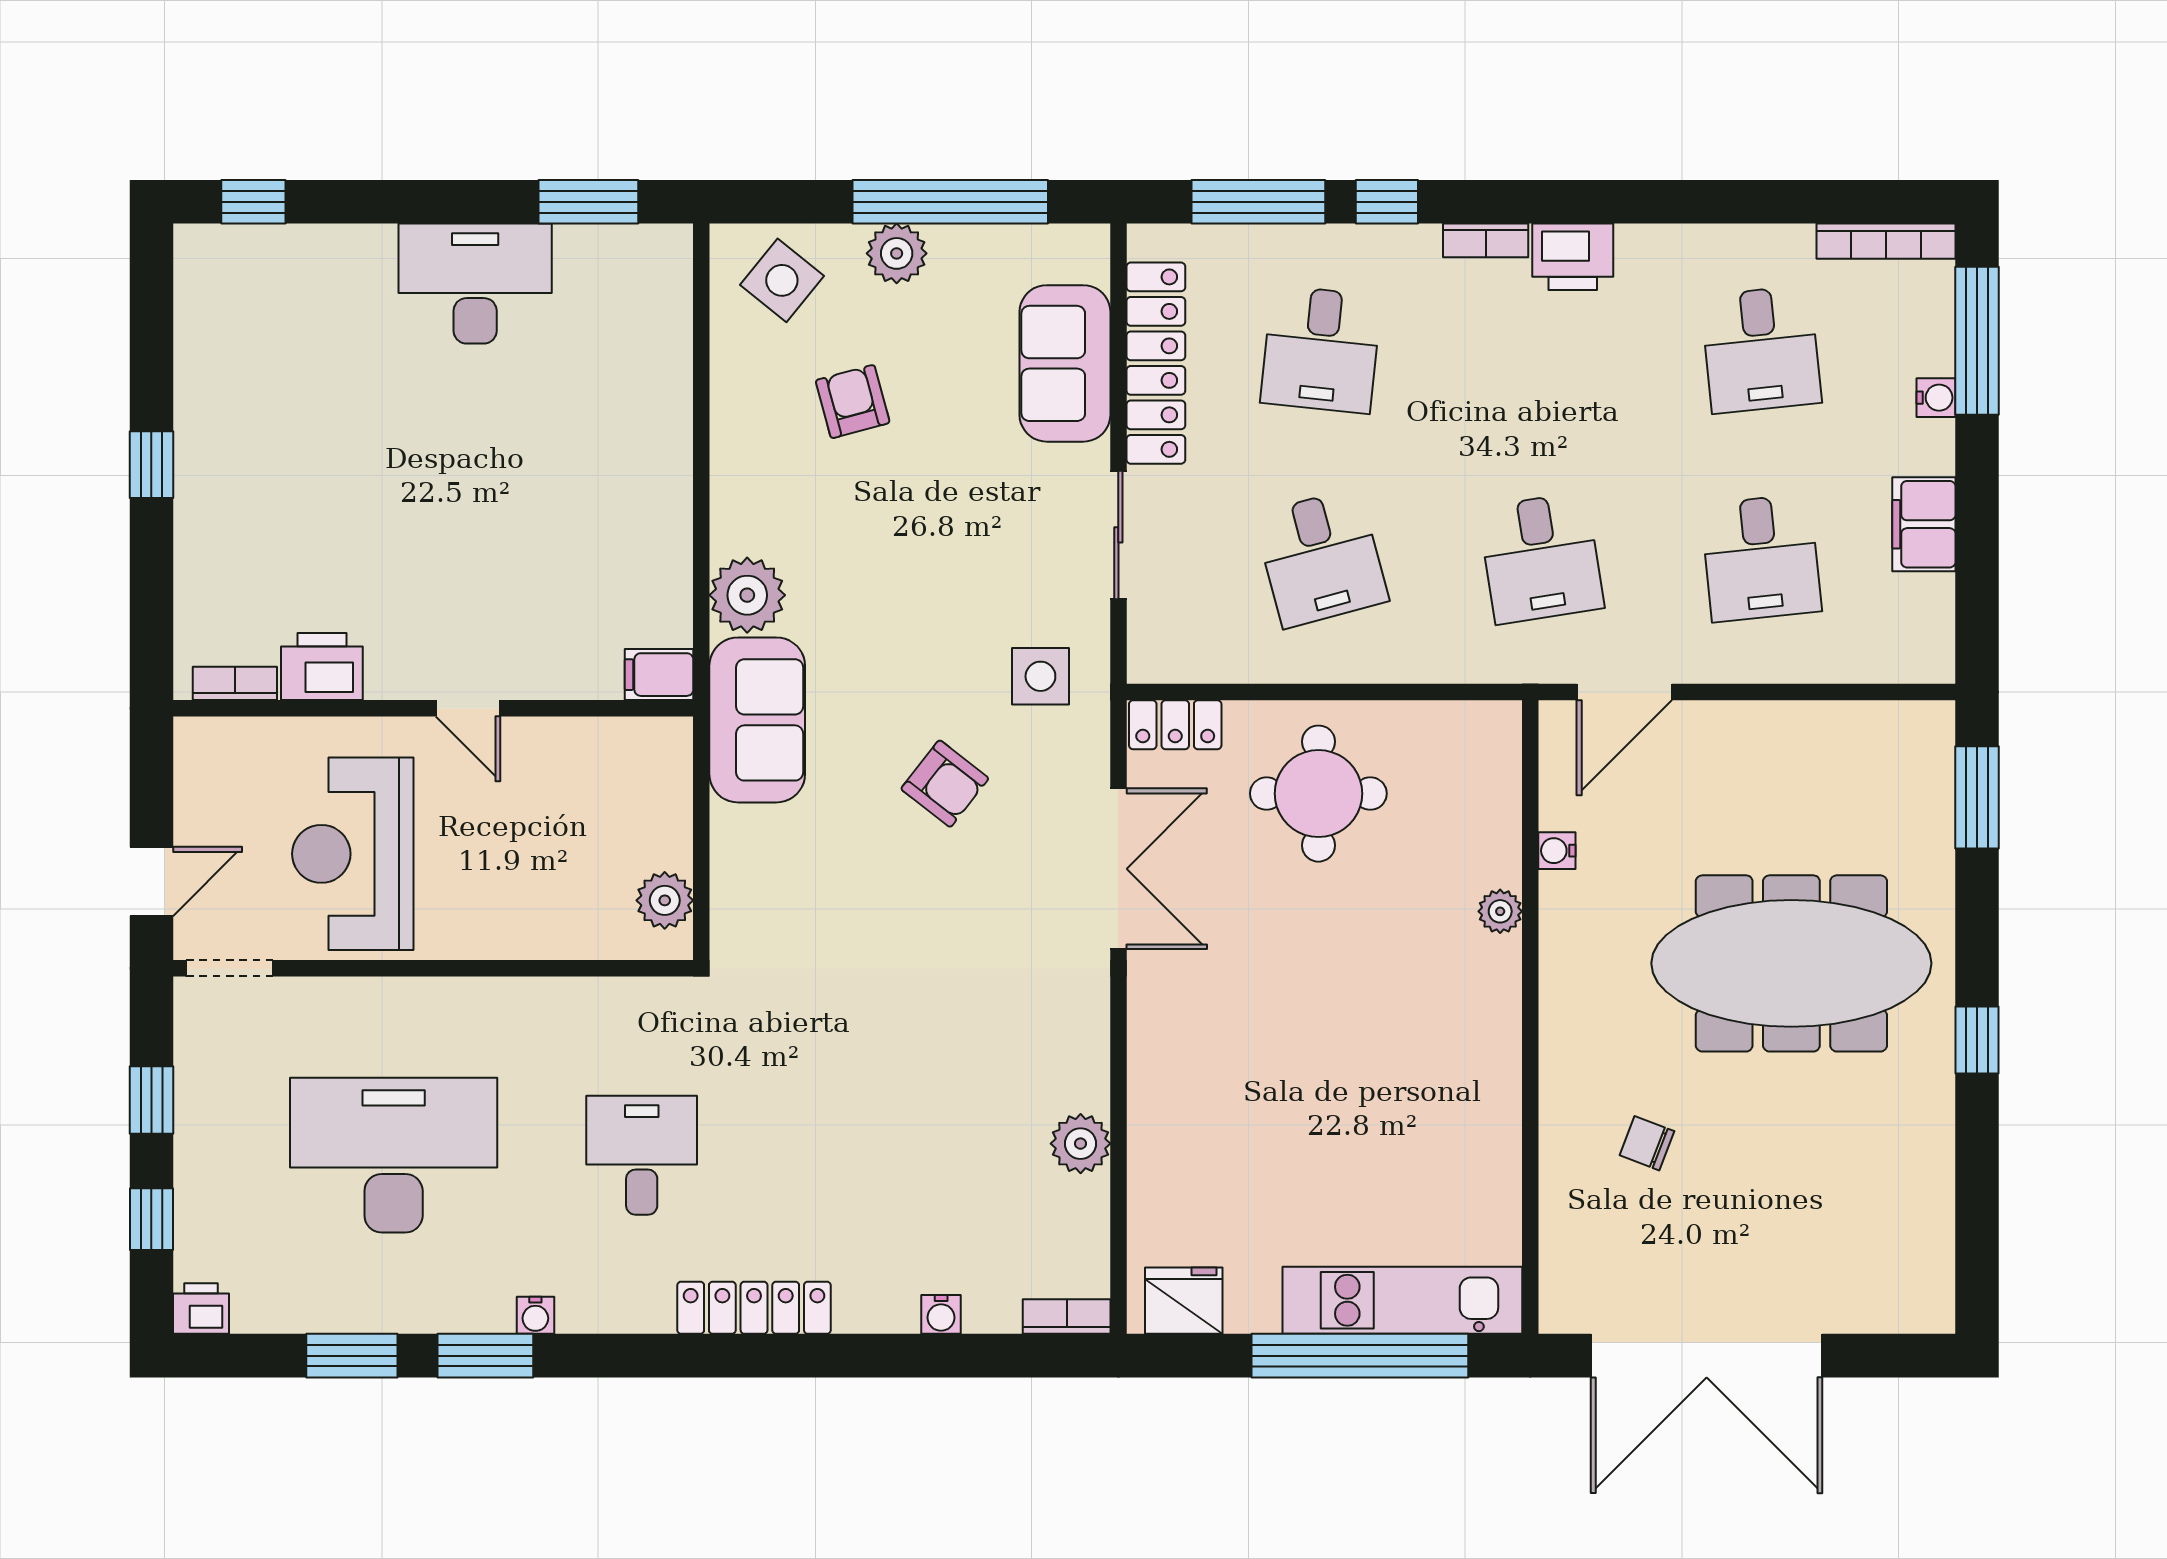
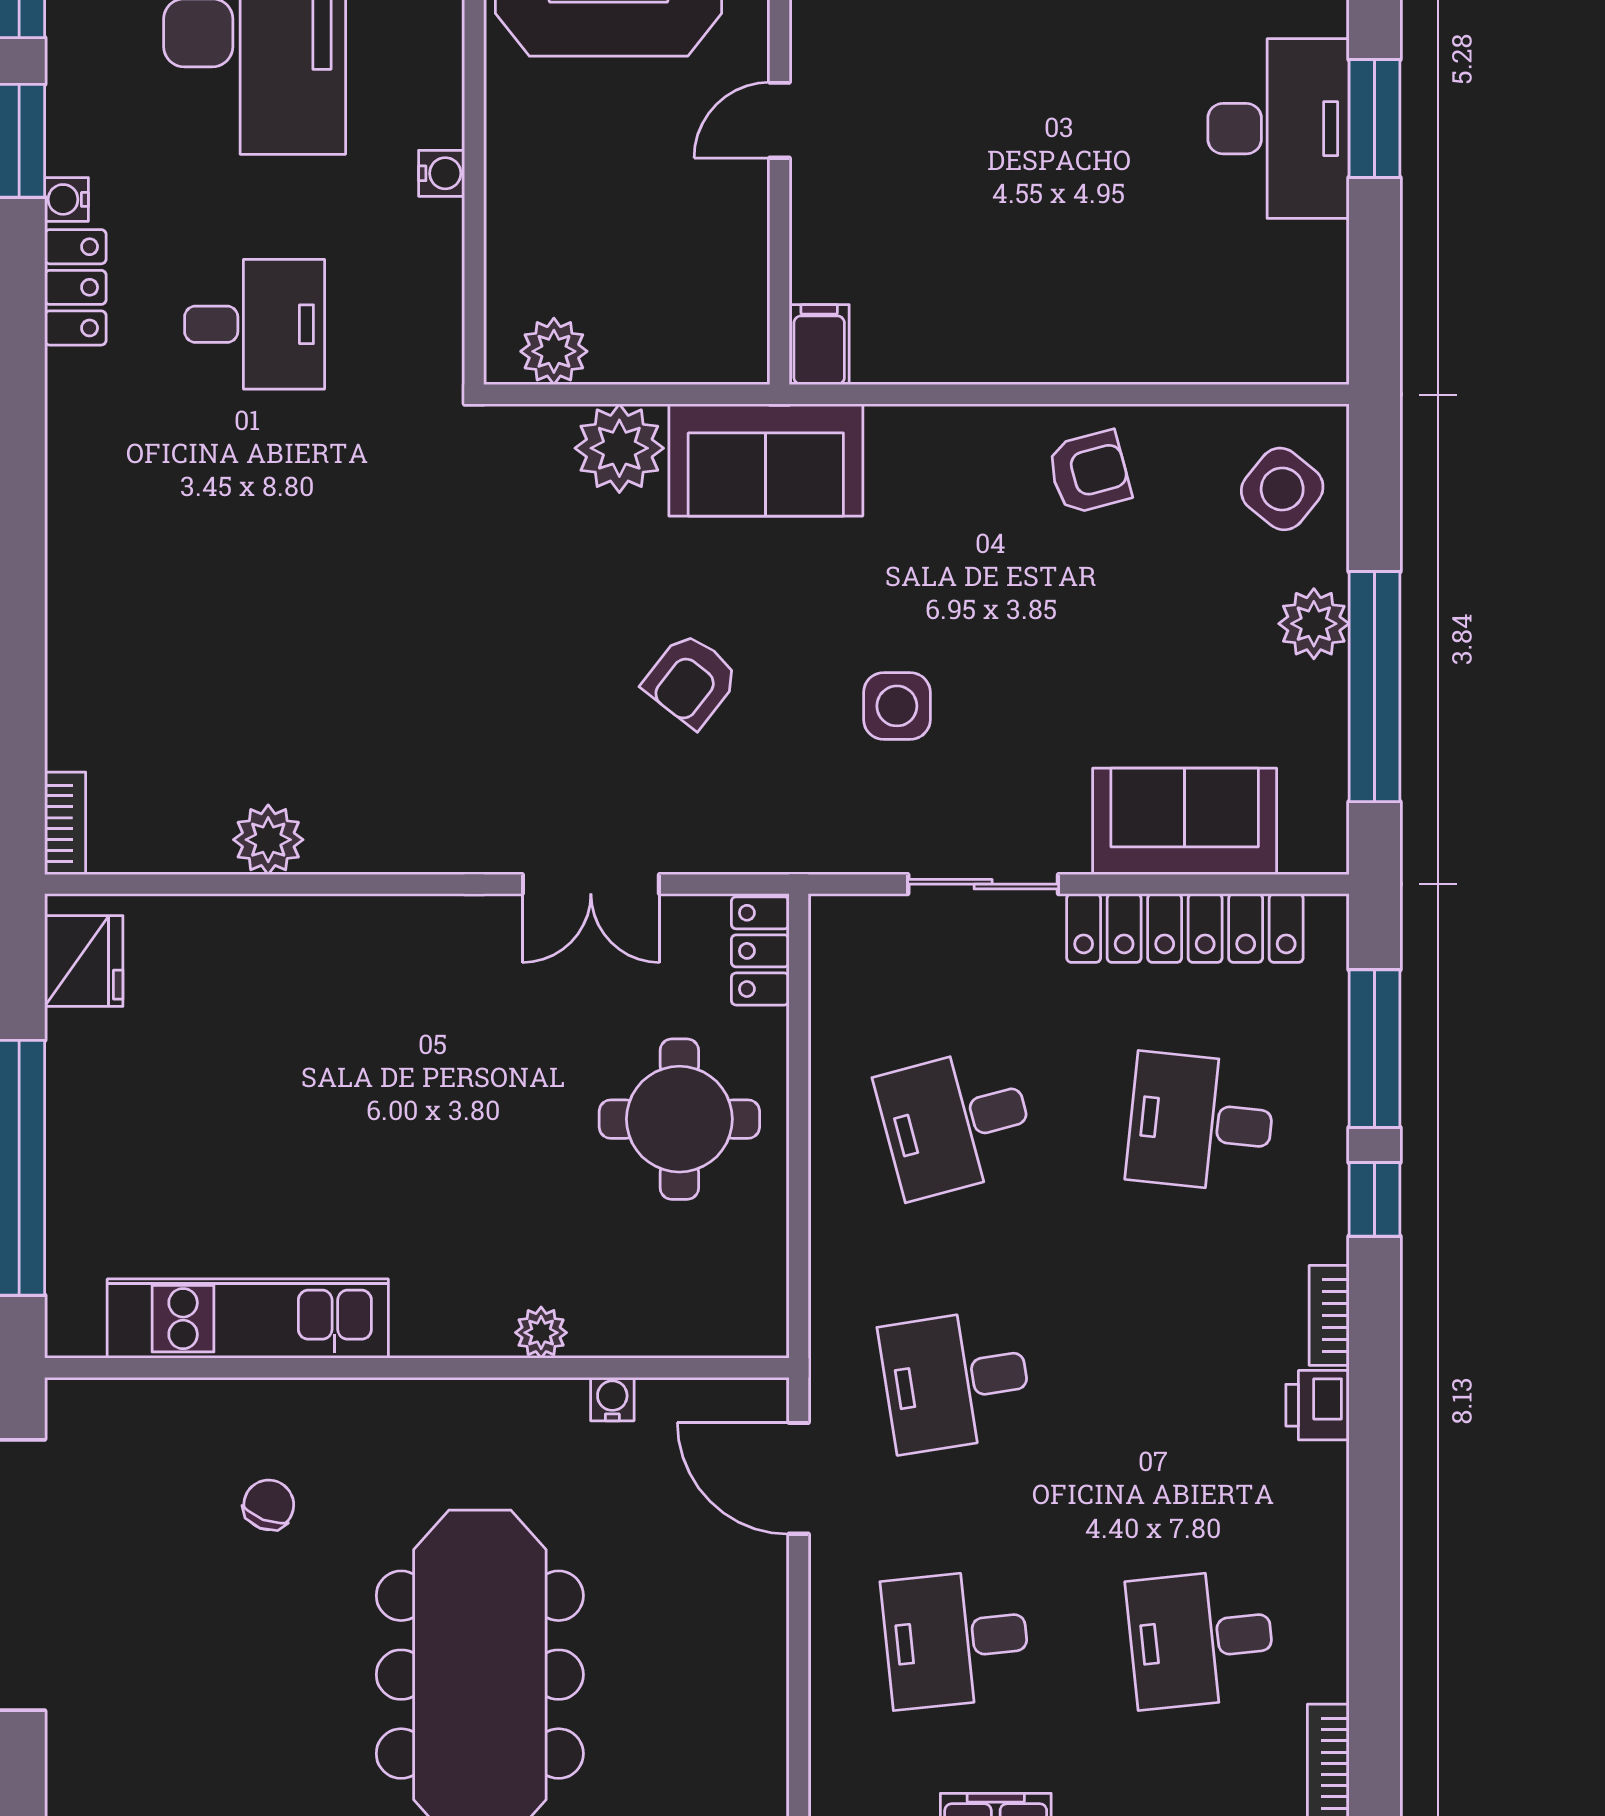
window: (588, 202) -> (1374, 118), moved
printer: (1573, 257) -> (1317, 1405), width x0.73, depth x0.81
armchair: (853, 402) -> (1089, 472), moved
plant: (747, 595) -> (619, 448), moved
side table: (1040, 676) -> (897, 706), moved
double door: (1118, 869) -> (591, 884), width x0.73
kitchen unit: (1402, 1300) -> (248, 1319), moved, turned -90
locker: (754, 1308) -> (75, 287), moved, width x0.66
water cooler: (941, 1314) -> (442, 173), moved, turned 180

